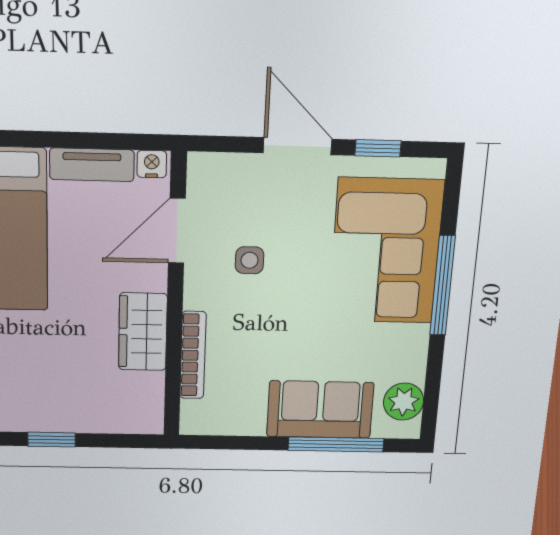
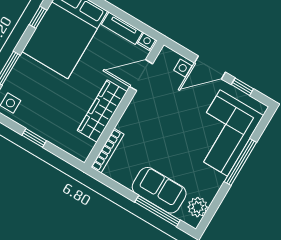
door: (298, 146) -> (210, 67), swing flipped
side table: (250, 260) -> (183, 68), moved
wardrobe: (143, 332) -> (102, 111), width x1.50
bookcase: (193, 355) -> (108, 151), moved

